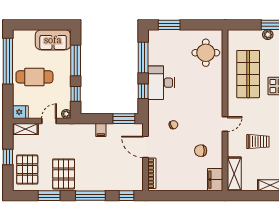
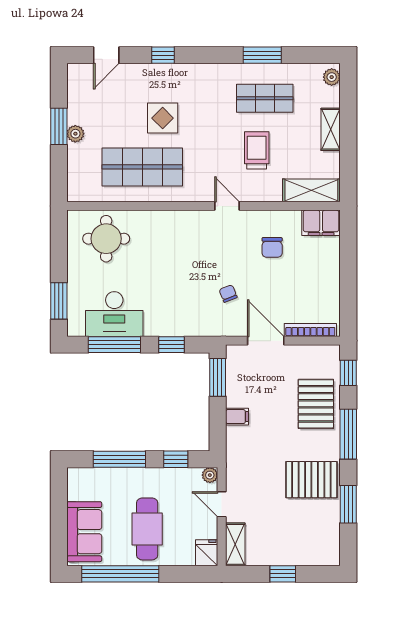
sofa: (53, 40) -> (84, 532), moved
desk: (161, 83) -> (114, 314), moved
door: (146, 147) -> (266, 341), swing flipped
pallet: (27, 170) -> (316, 404), moved, turned 90

